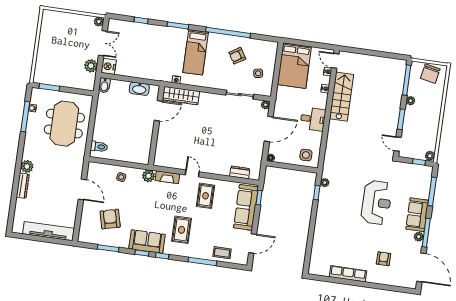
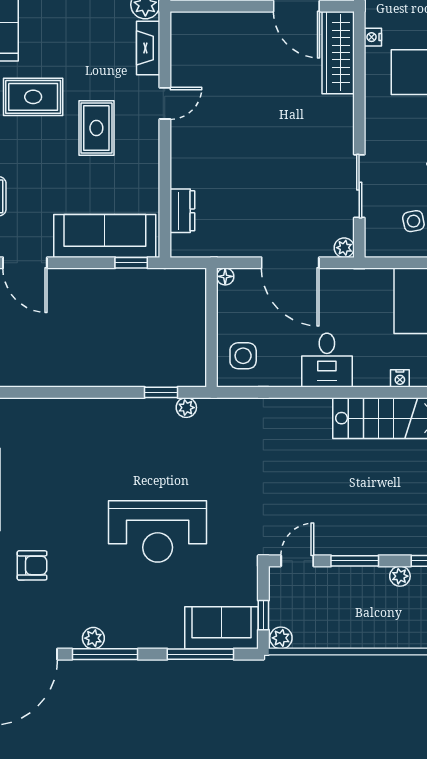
rug: (206, 196) -> (96, 128), moved, turned 90
sofa: (417, 215) -> (221, 628), moved

